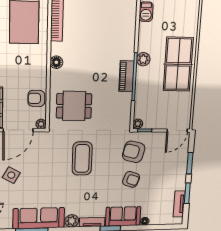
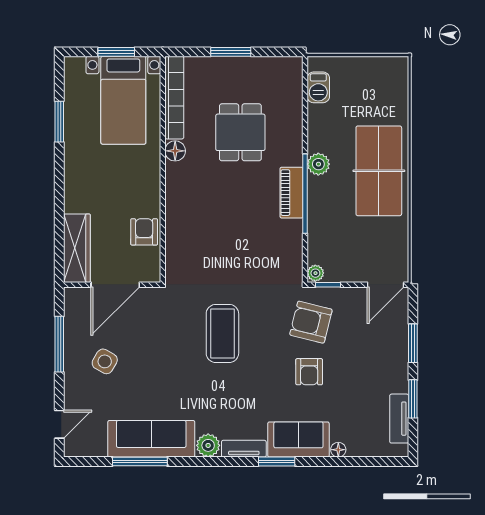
floor lamp: (56, 62) -> (175, 151), moved
armchair: (36, 98) -> (144, 232), turned 90
dining table: (74, 106) -> (240, 132), moved, turned 90
plant: (41, 124) -> (152, 274), removed
armchair: (131, 179) -> (309, 372), turned 71

